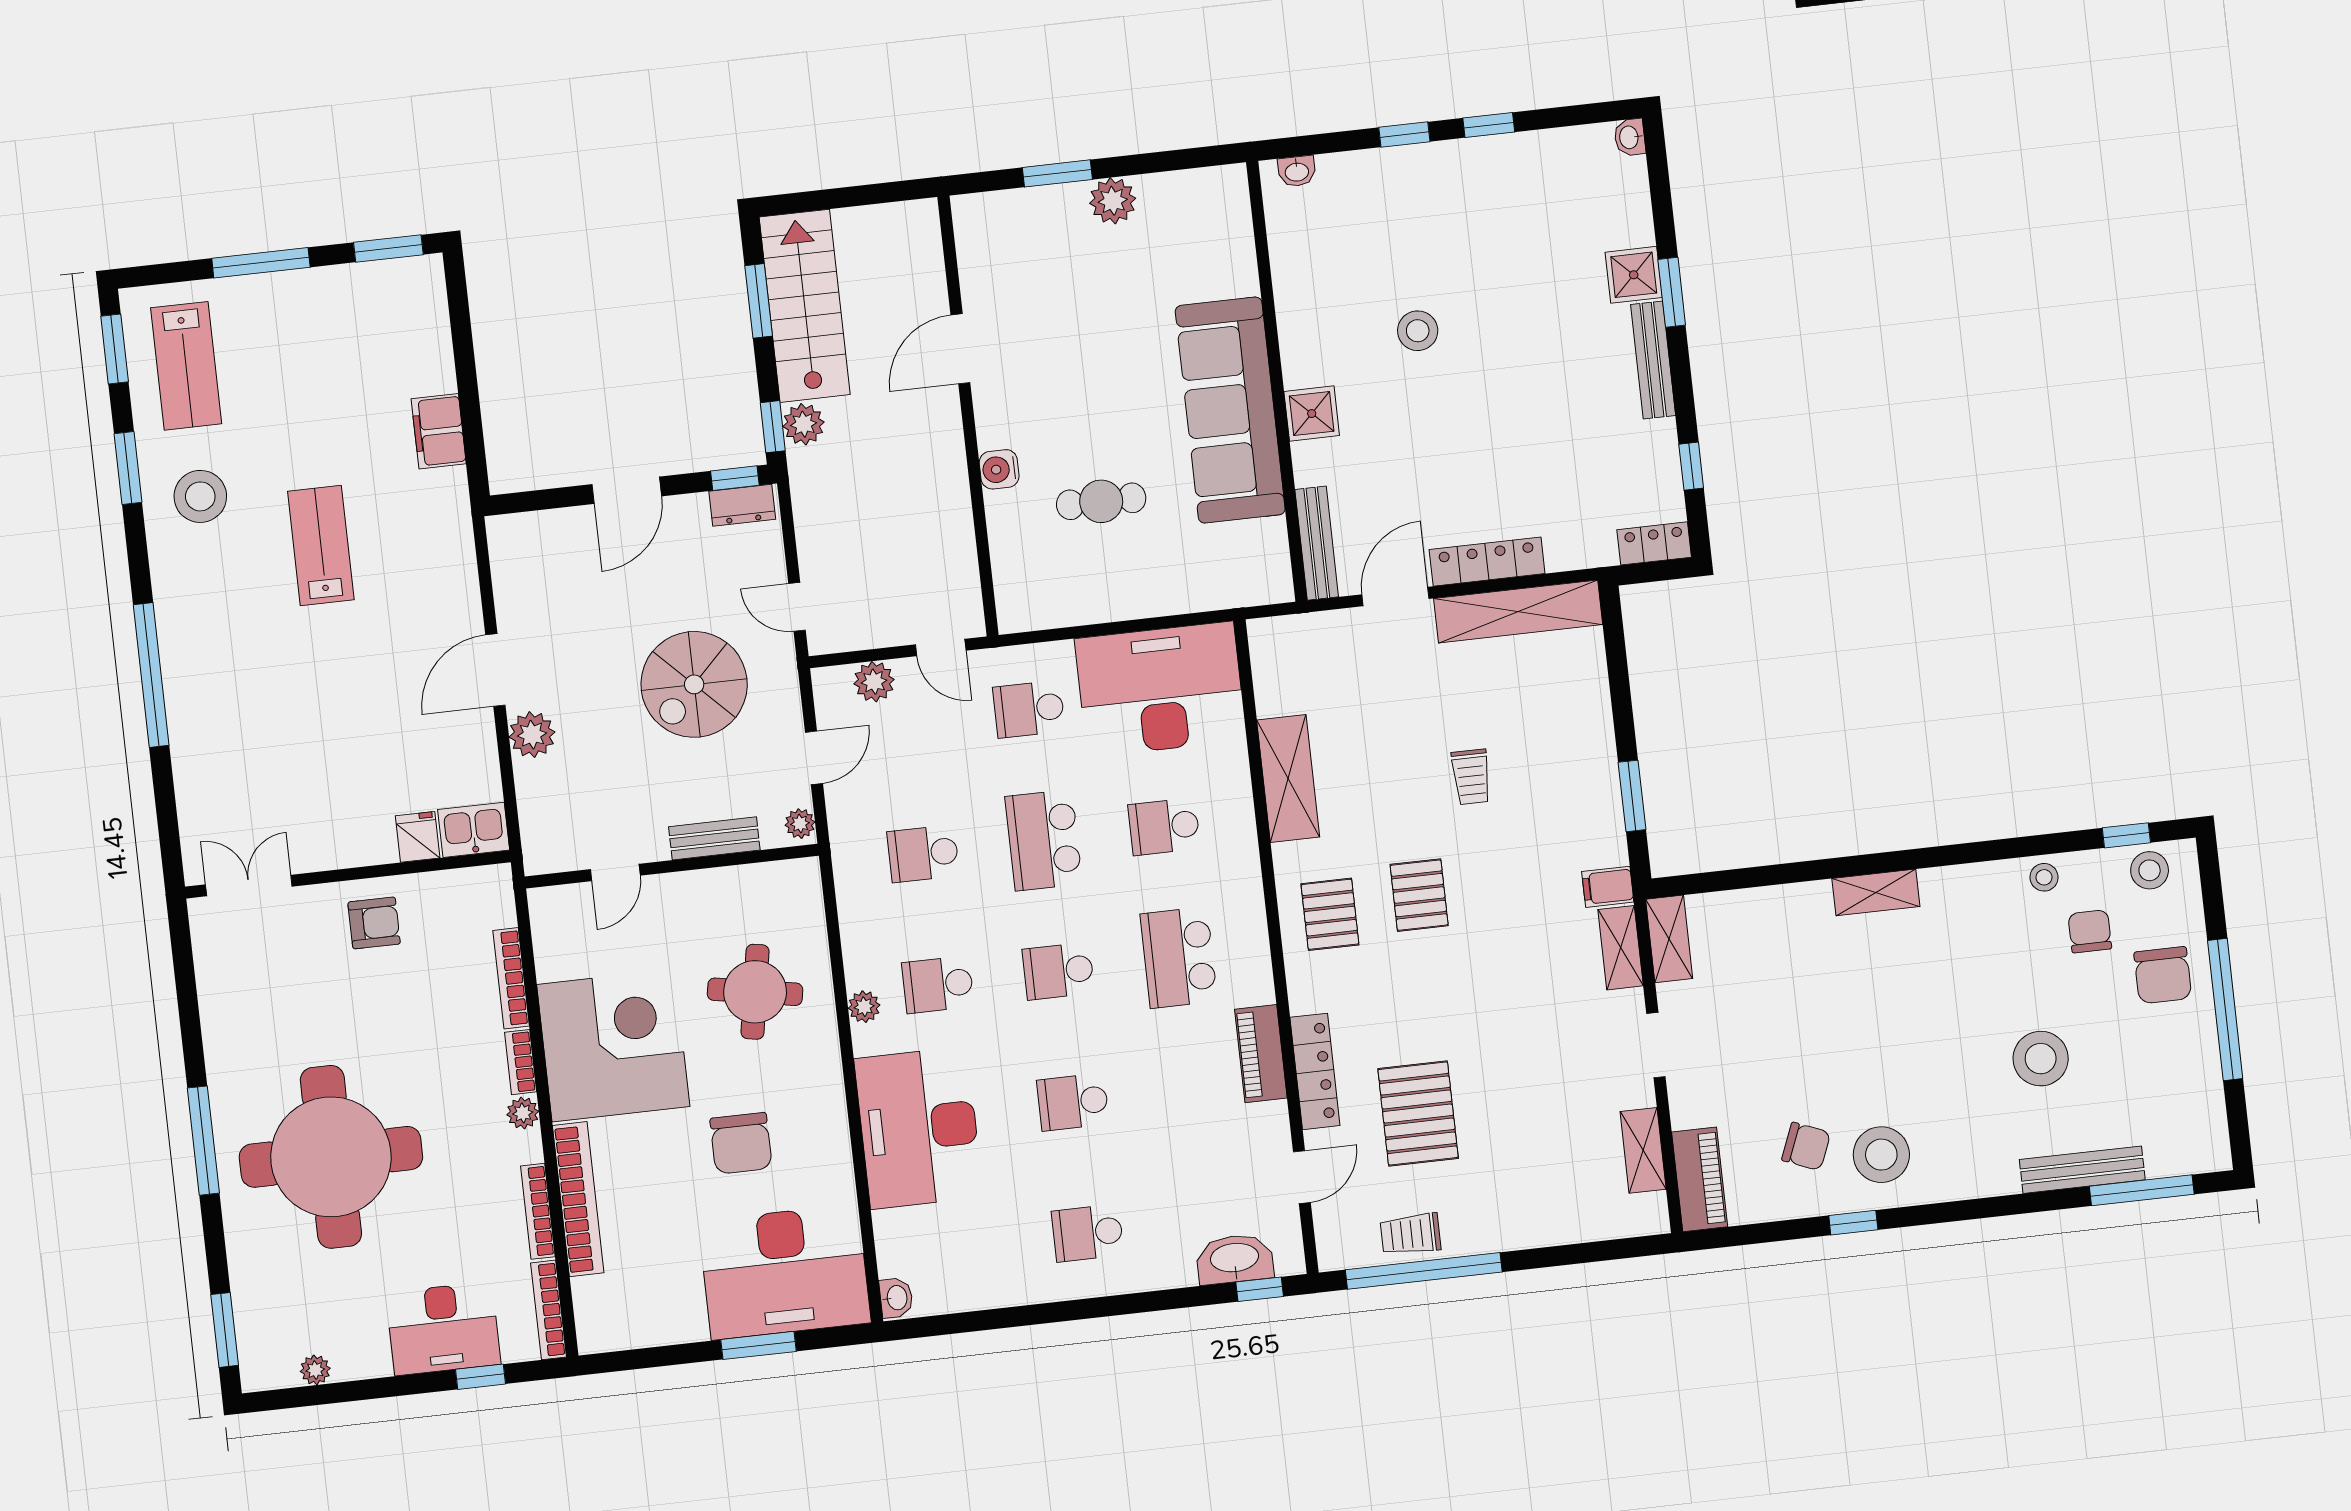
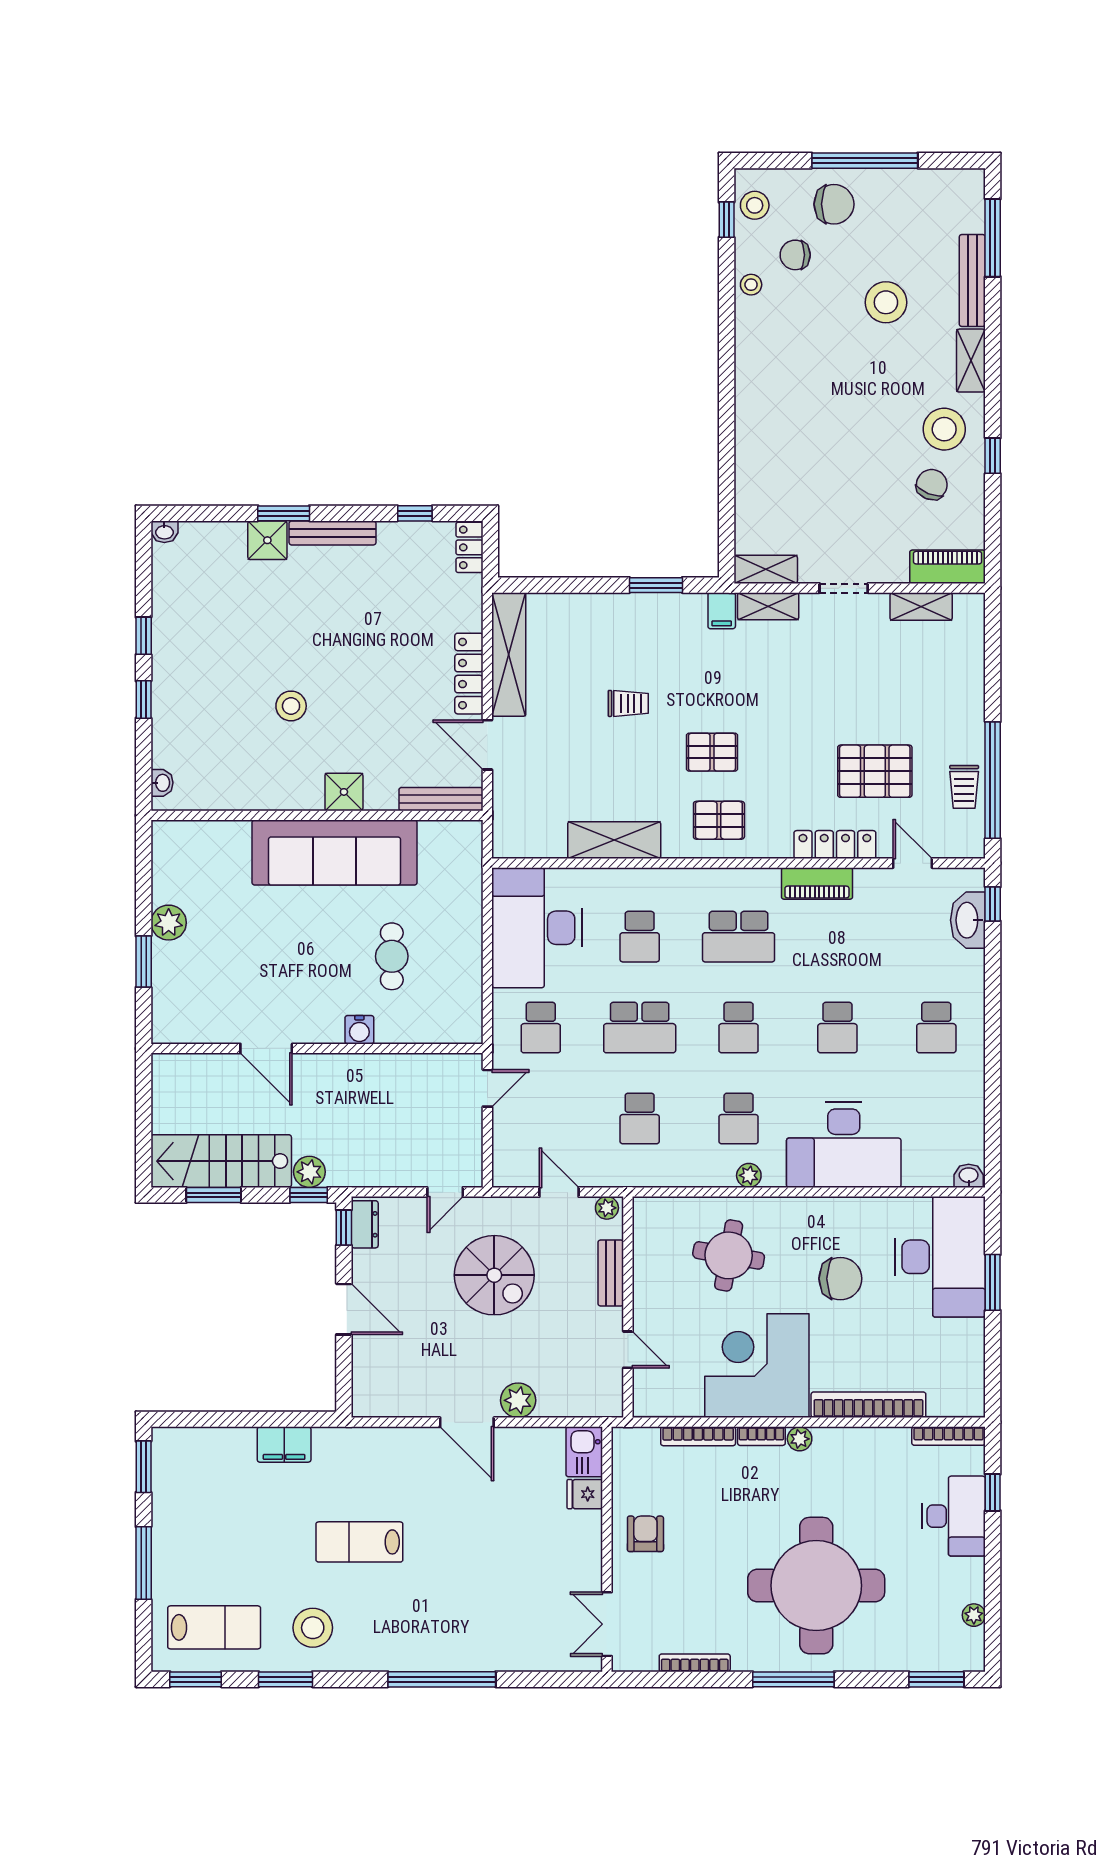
plant: (874, 682) -> (507, 1141), removed
shelving: (1876, 892) -> (971, 361), moved
bookcase: (538, 1211) -> (695, 1663), moved, turned 180

